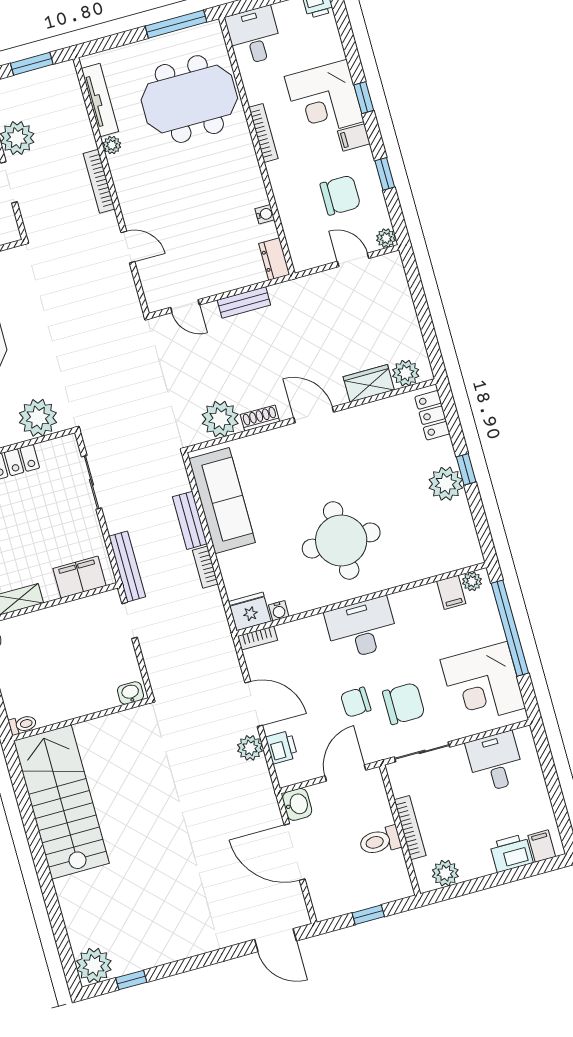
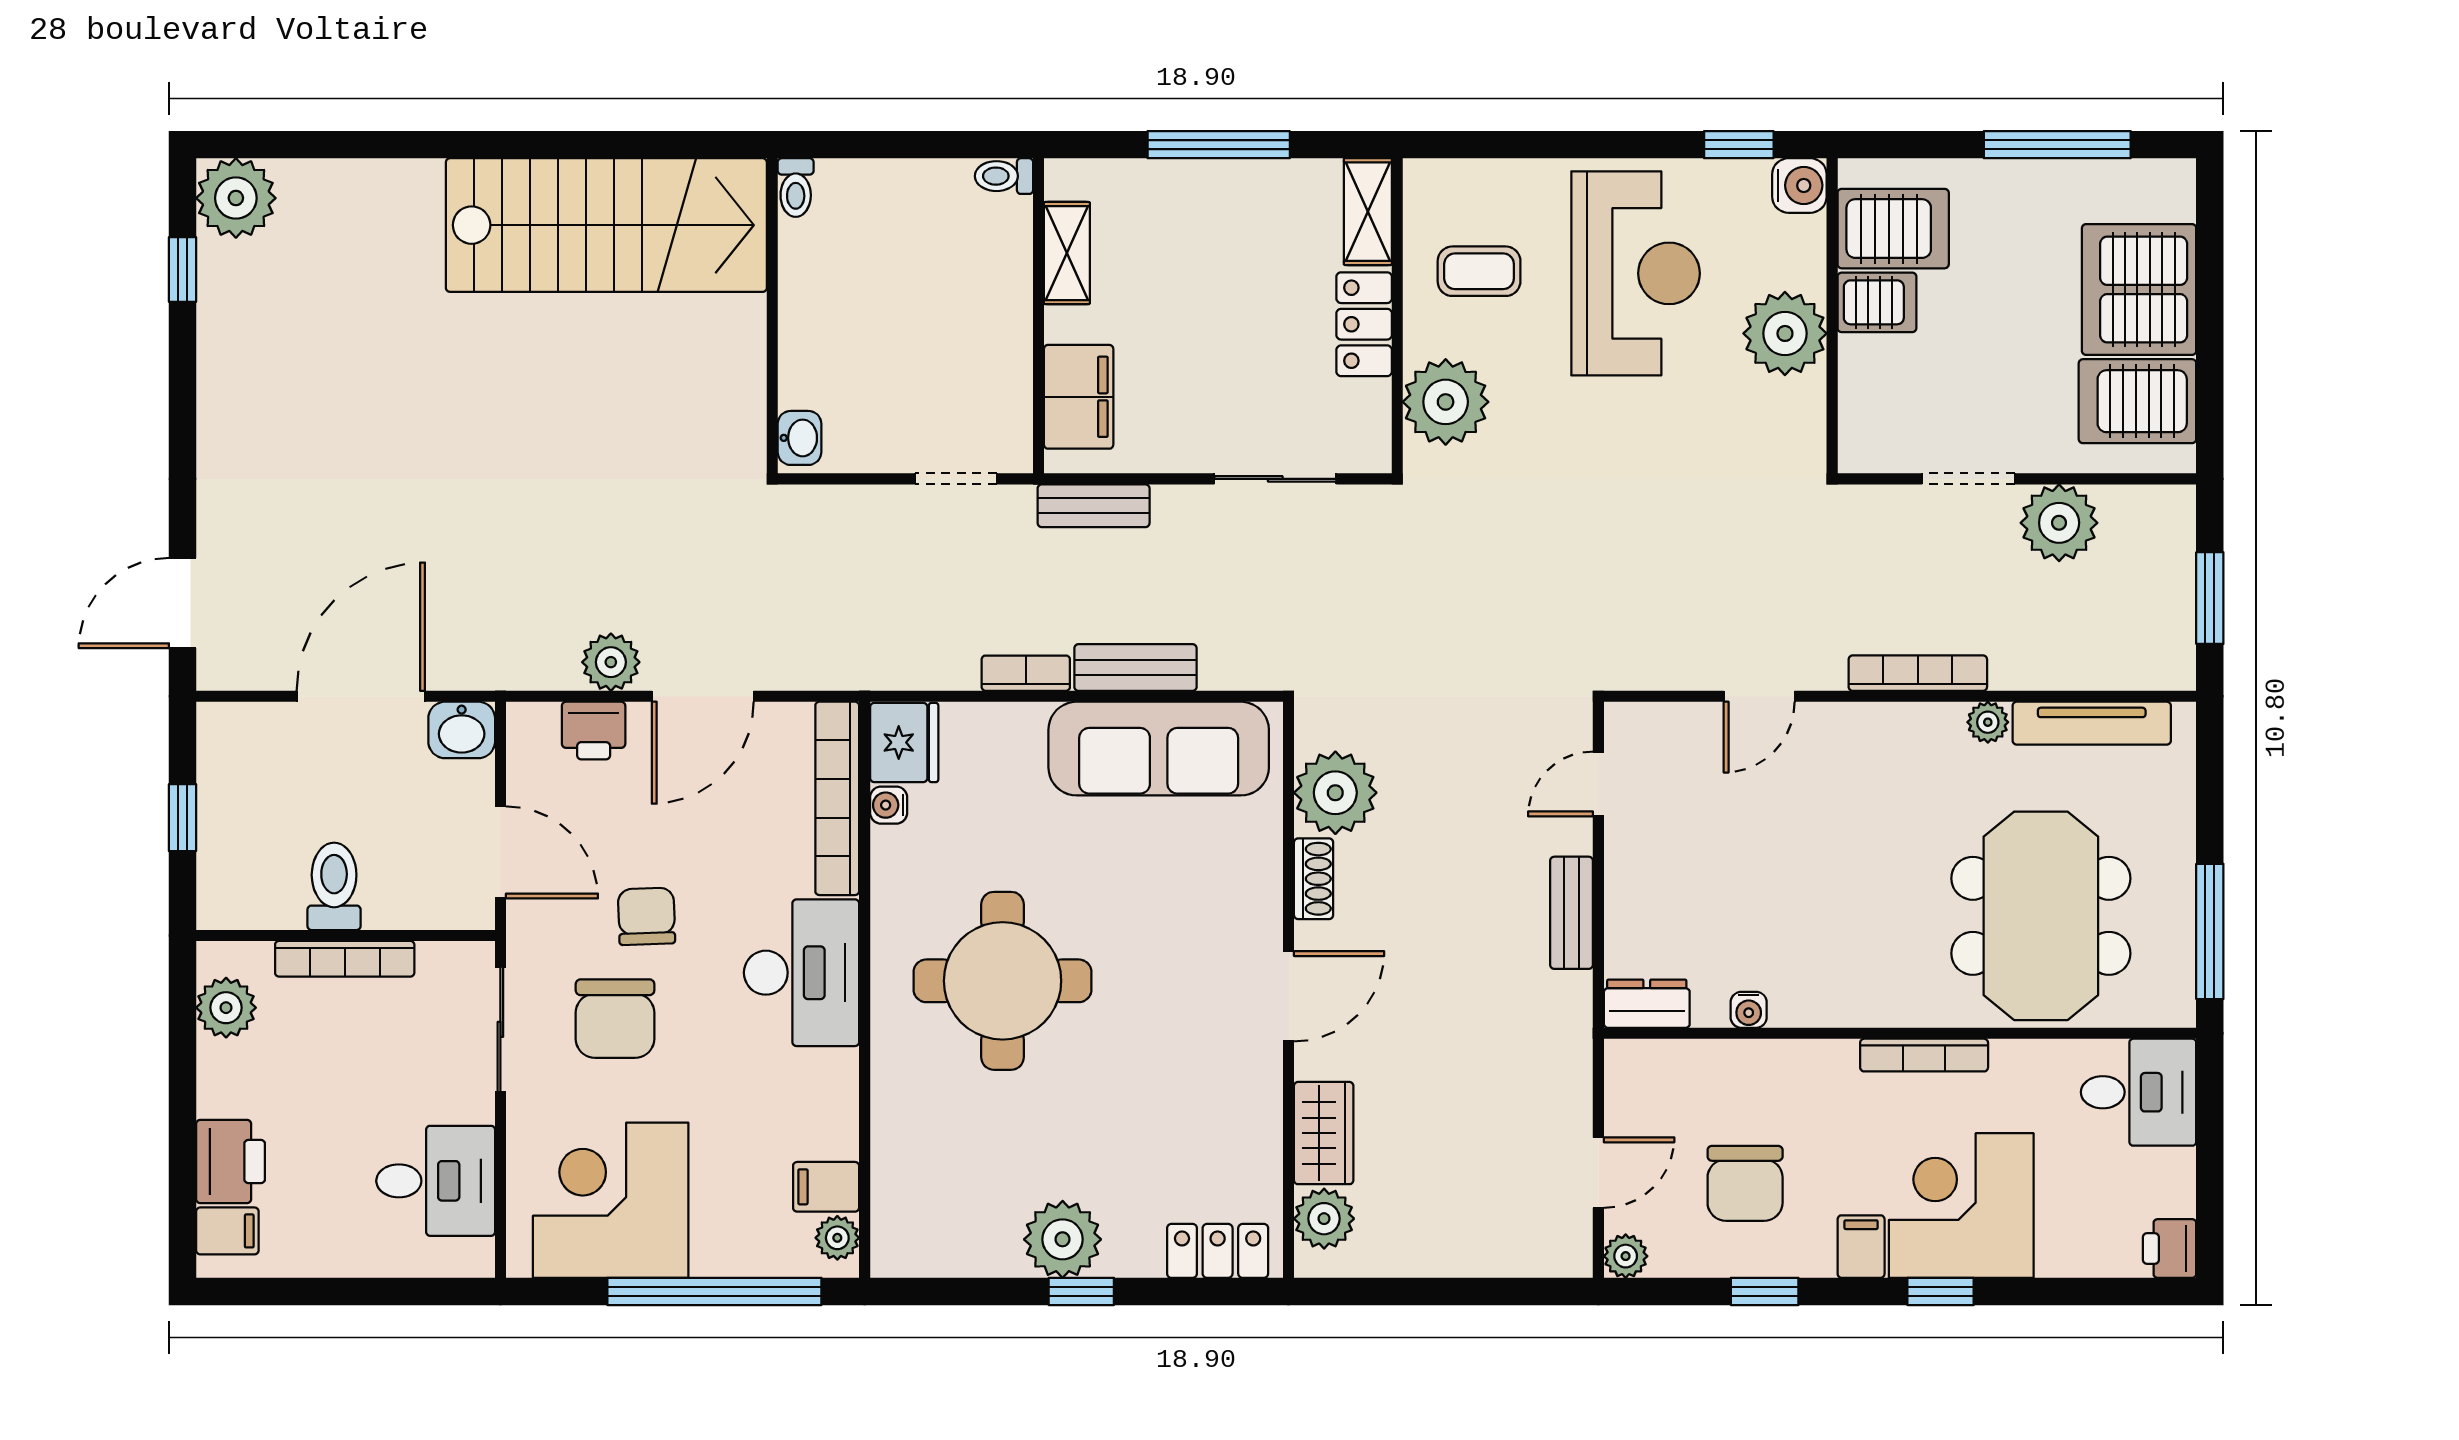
bench: (127, 567) -> (1094, 506), width x0.73
bookcase: (258, 638) -> (837, 798), width x2.31, depth x1.31

